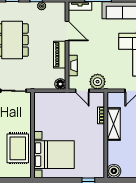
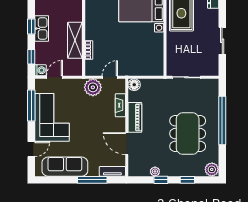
door: (82, 91) -> (110, 77), hinge flipped

